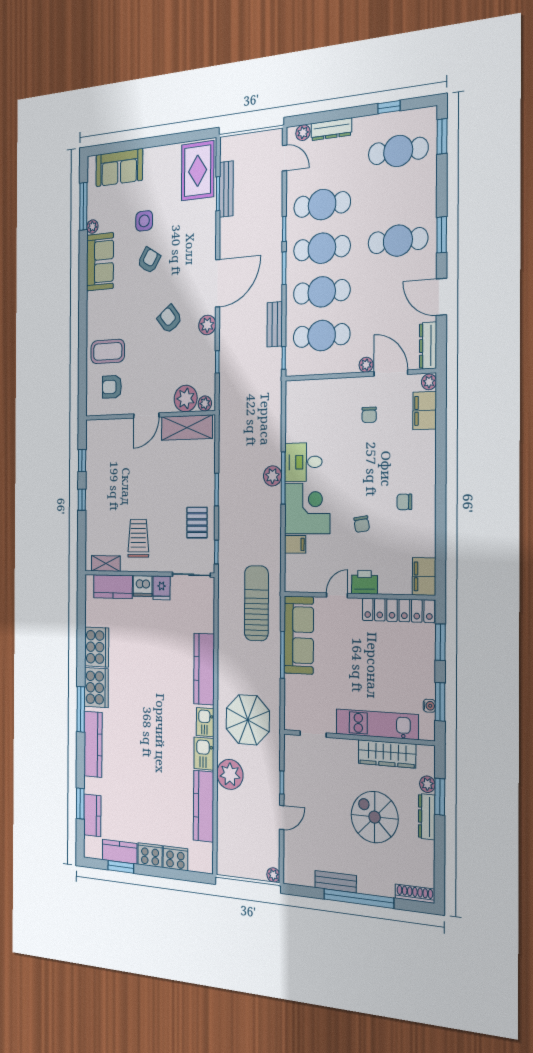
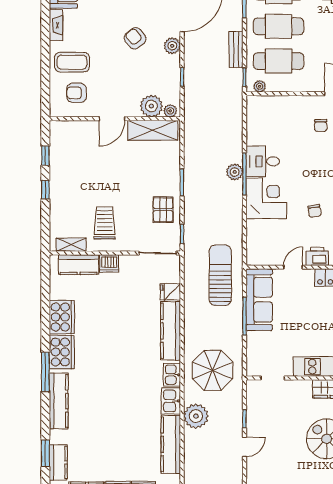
fireplace: (93, 310) -> (56, 25), added
plant: (366, 365) -> (260, 86), moved
filing cabinet: (295, 544) -> (256, 227), removed
fridge: (162, 588) -> (170, 292), moved, turned 90

